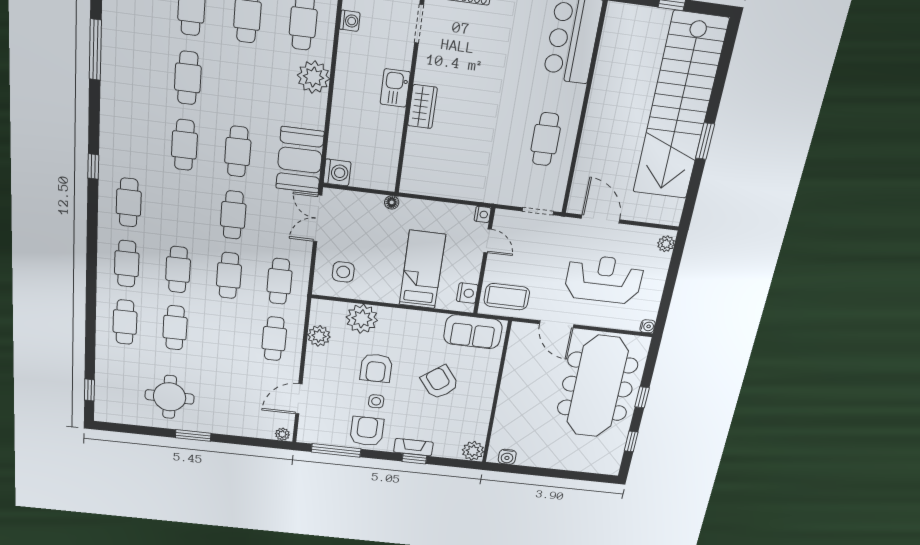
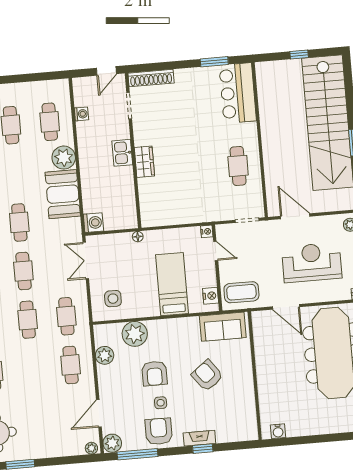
booth: (300, 160) -> (63, 194), moved
plant: (473, 451) -> (112, 443), moved

